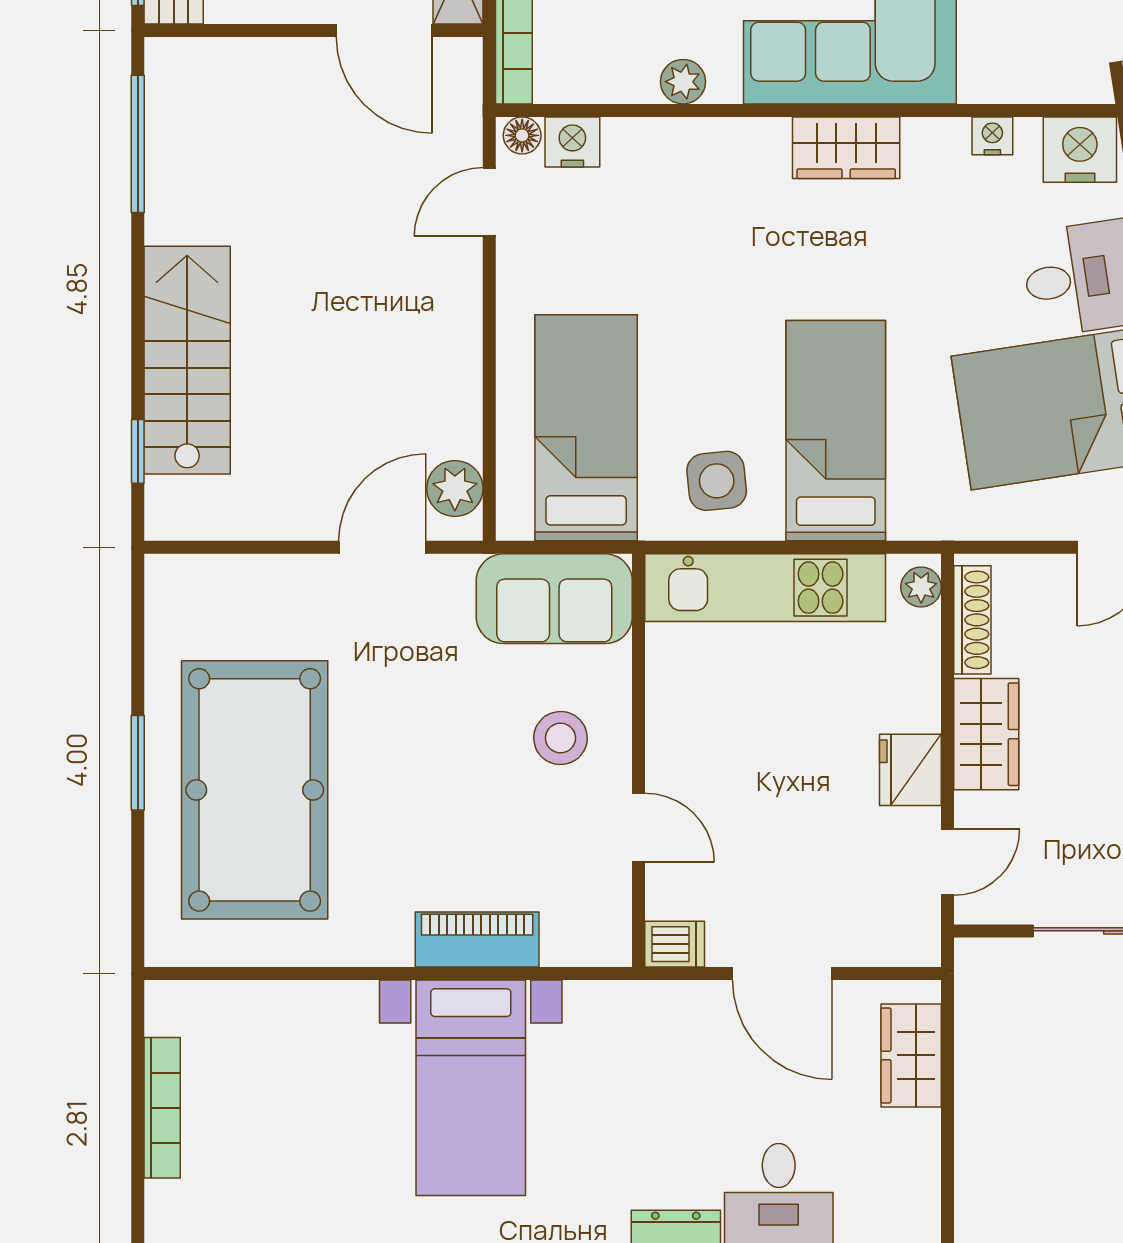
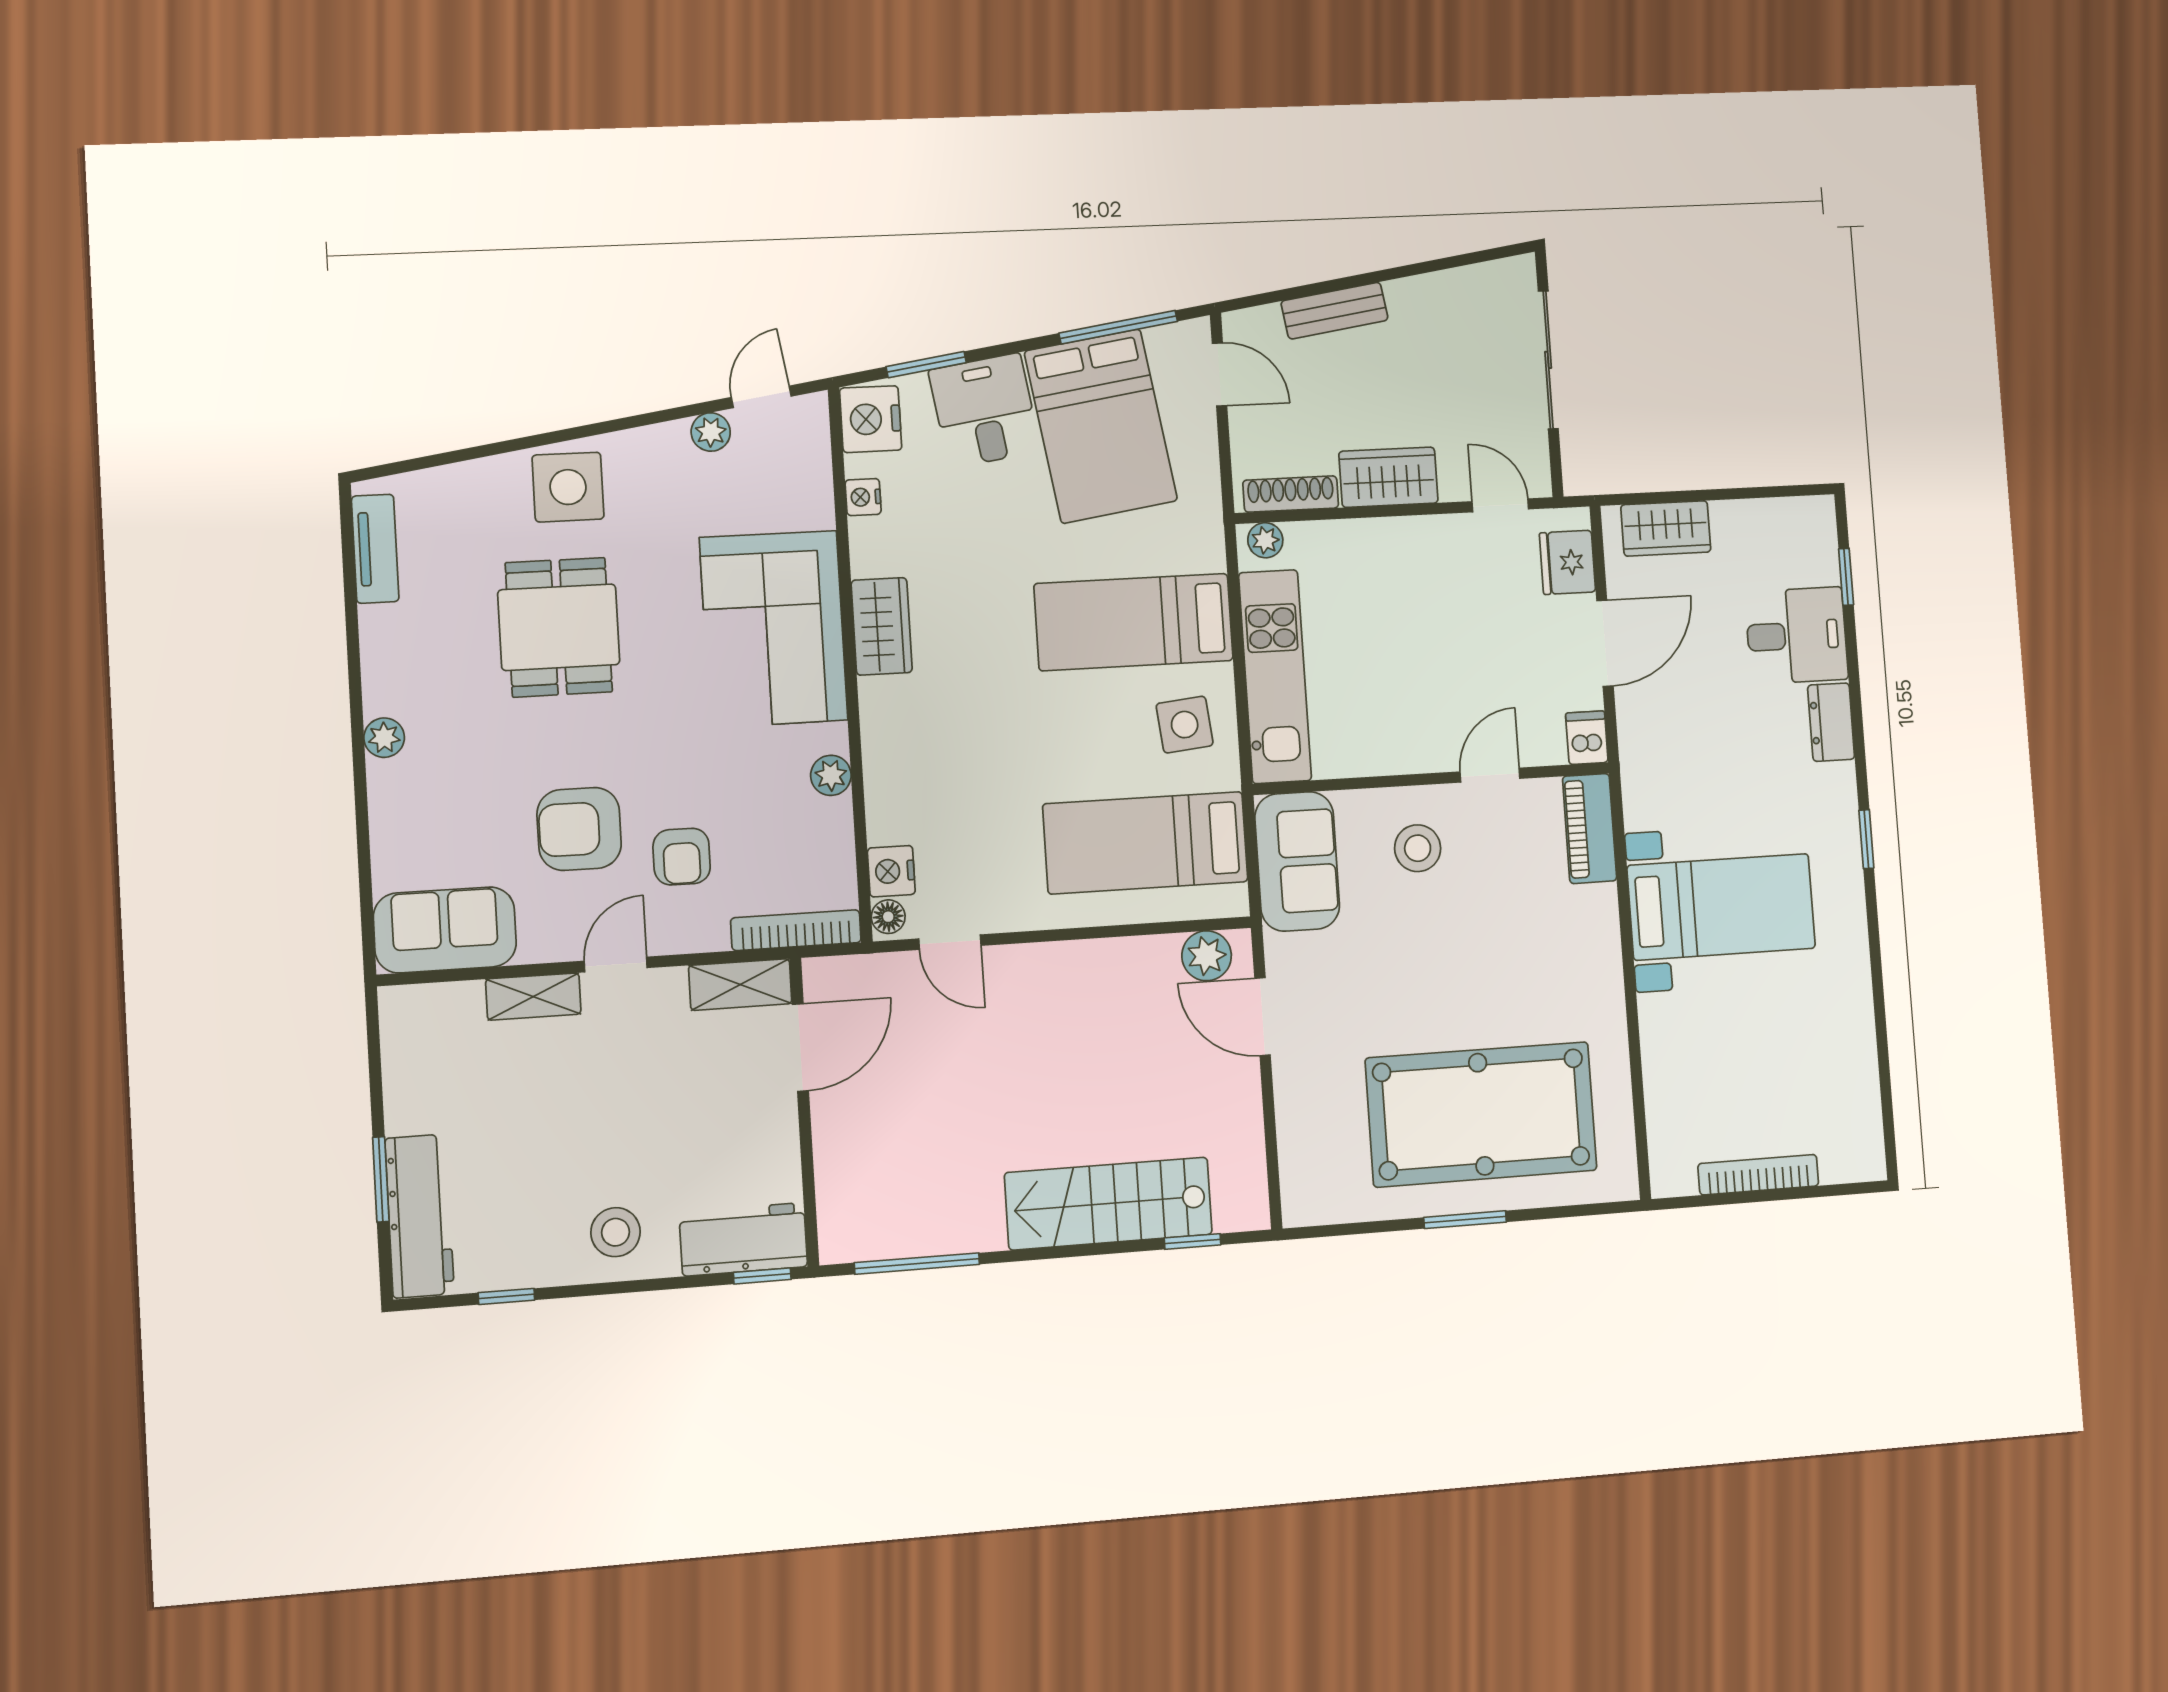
fridge: (910, 770) -> (1567, 562), moved, turned 90
piano: (477, 940) -> (1590, 829), moved

